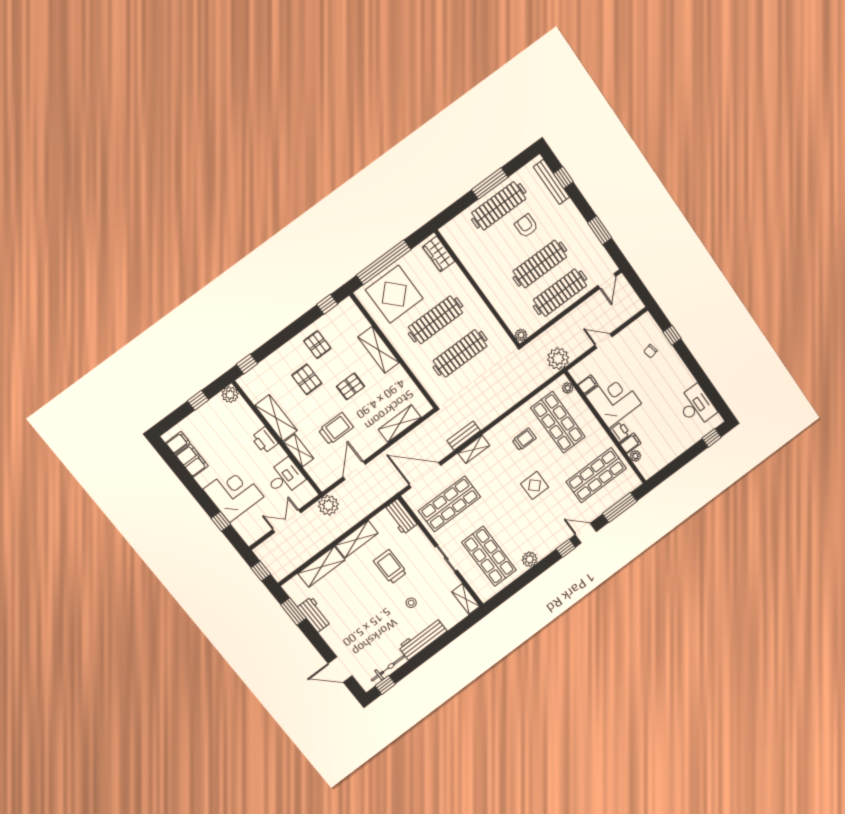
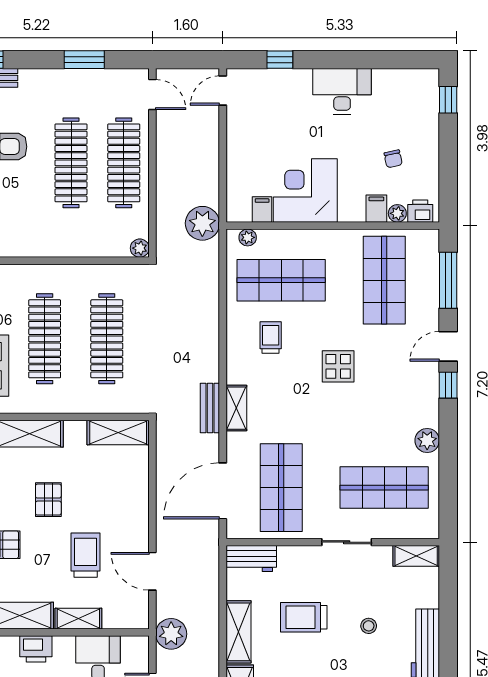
door: (603, 341) -> (223, 91), moved
chair: (650, 351) -> (393, 159), moved
desk: (696, 406) -> (342, 91), moved
shelving: (400, 423) -> (118, 433), moved, turned 90
printer: (620, 432) -> (420, 211), moved

